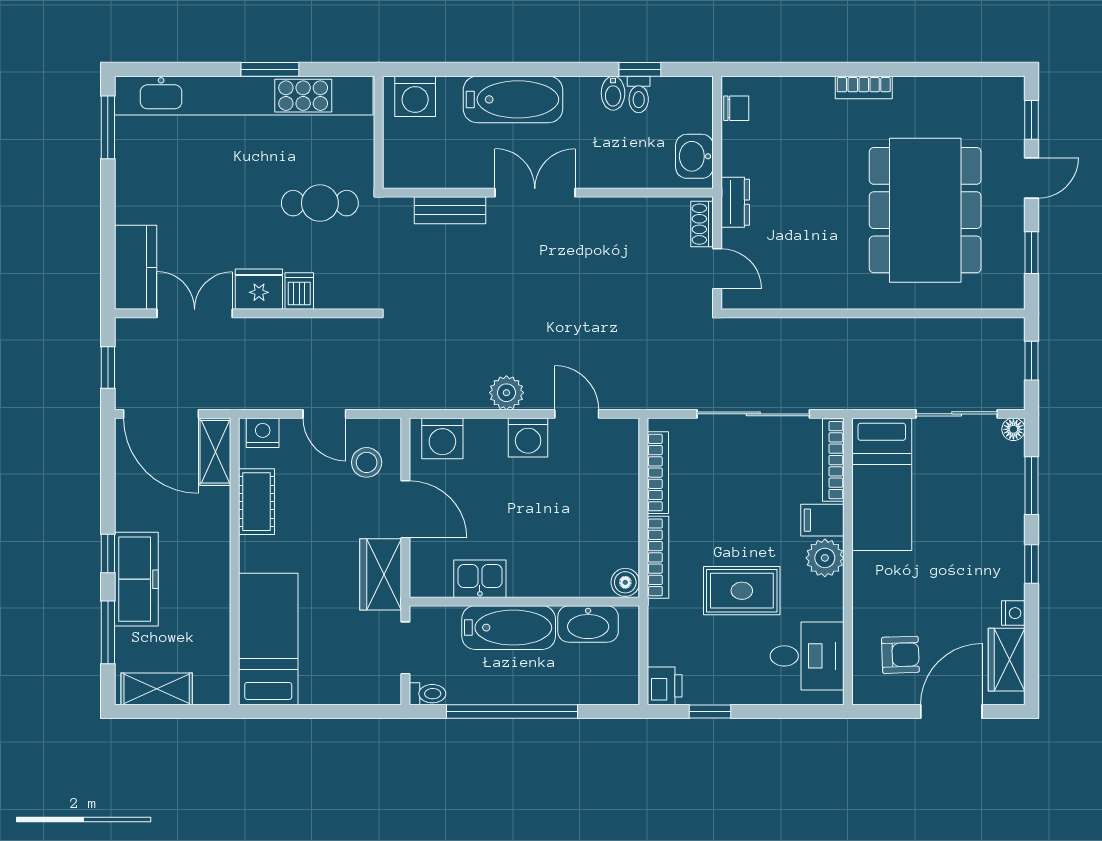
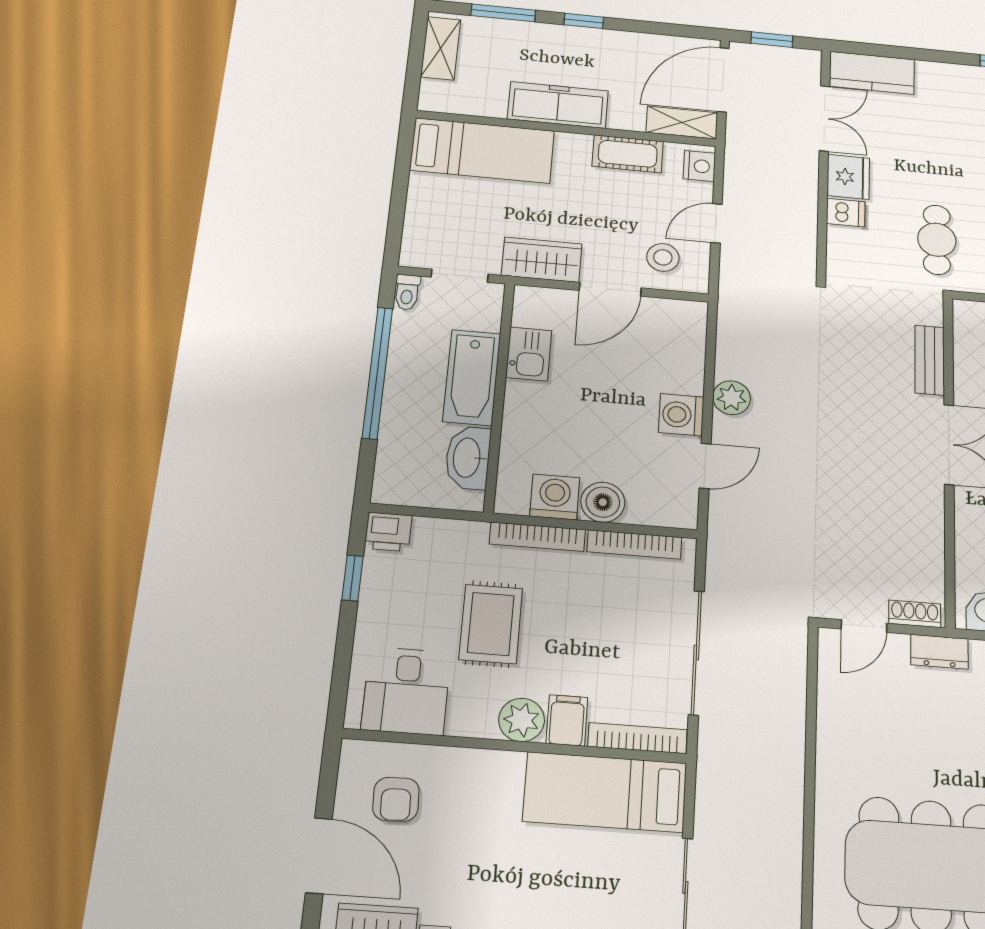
washing machine: (442, 438) -> (555, 497), moved, turned 90
freezer: (136, 579) -> (558, 105), moved, turned 180
boiler: (625, 582) -> (603, 502), moved, width x1.36, depth x1.36

